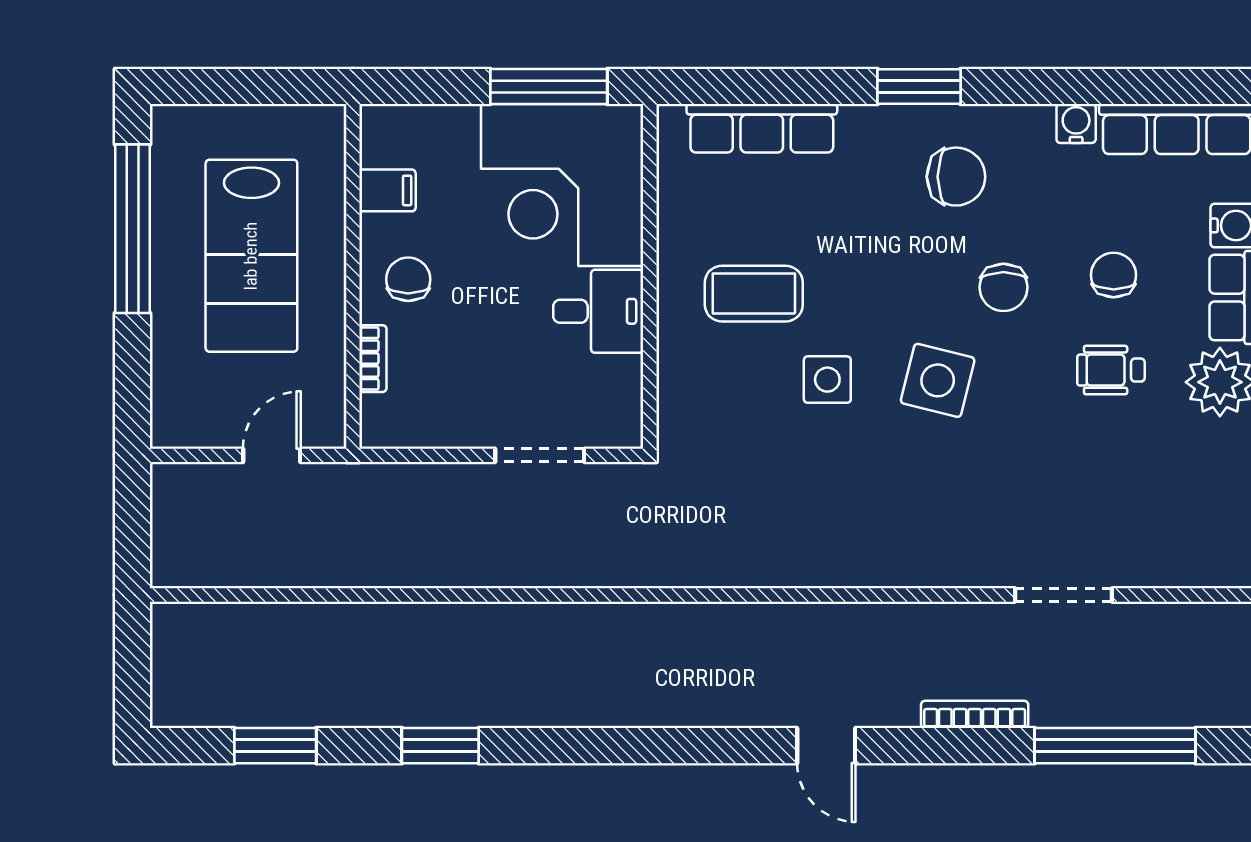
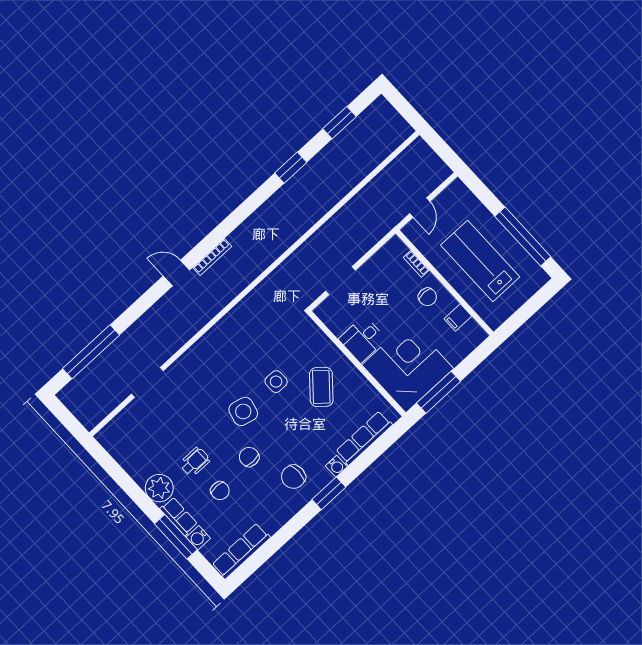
water cooler: (1076, 123) -> (336, 466), moved
coffee table: (754, 294) -> (321, 387), turned -49
bookcase: (975, 714) -> (212, 257), moved

